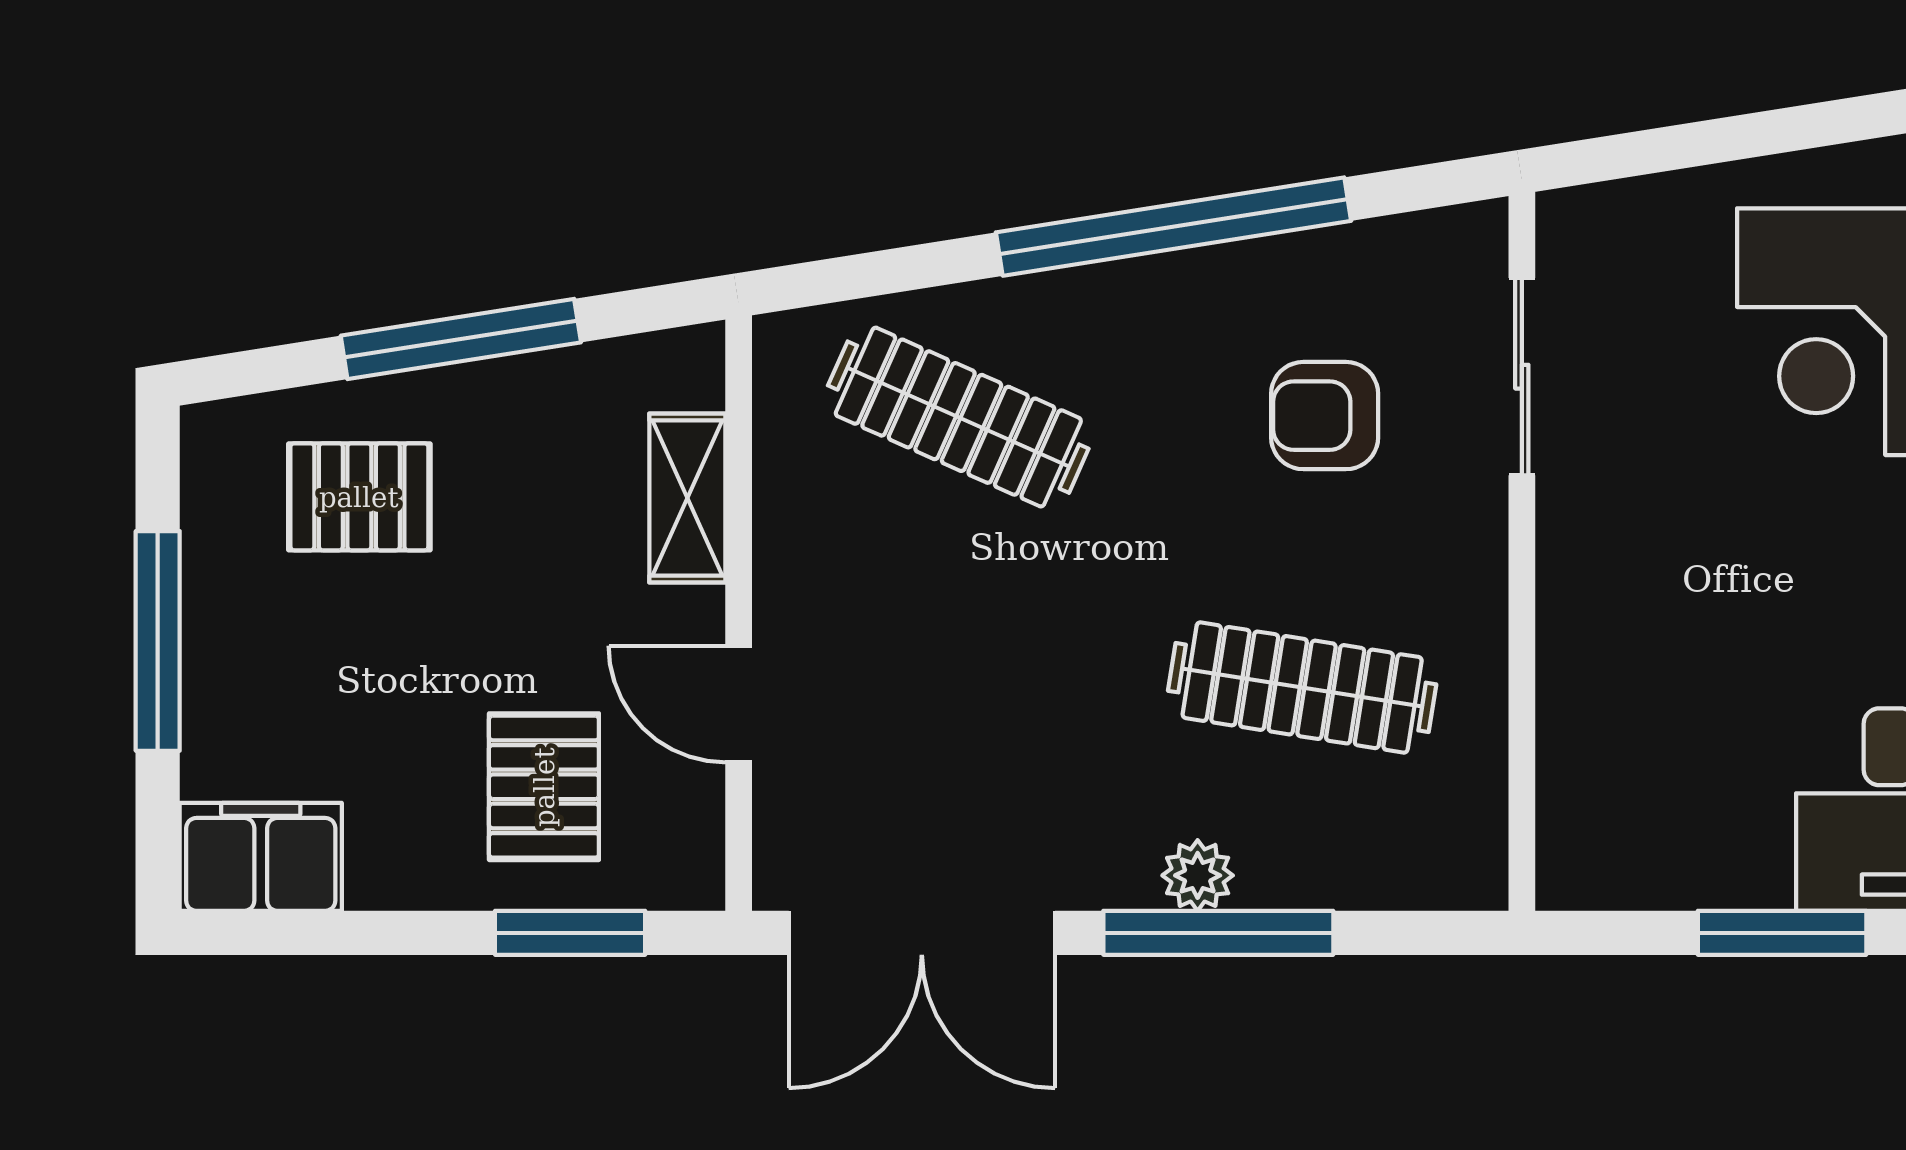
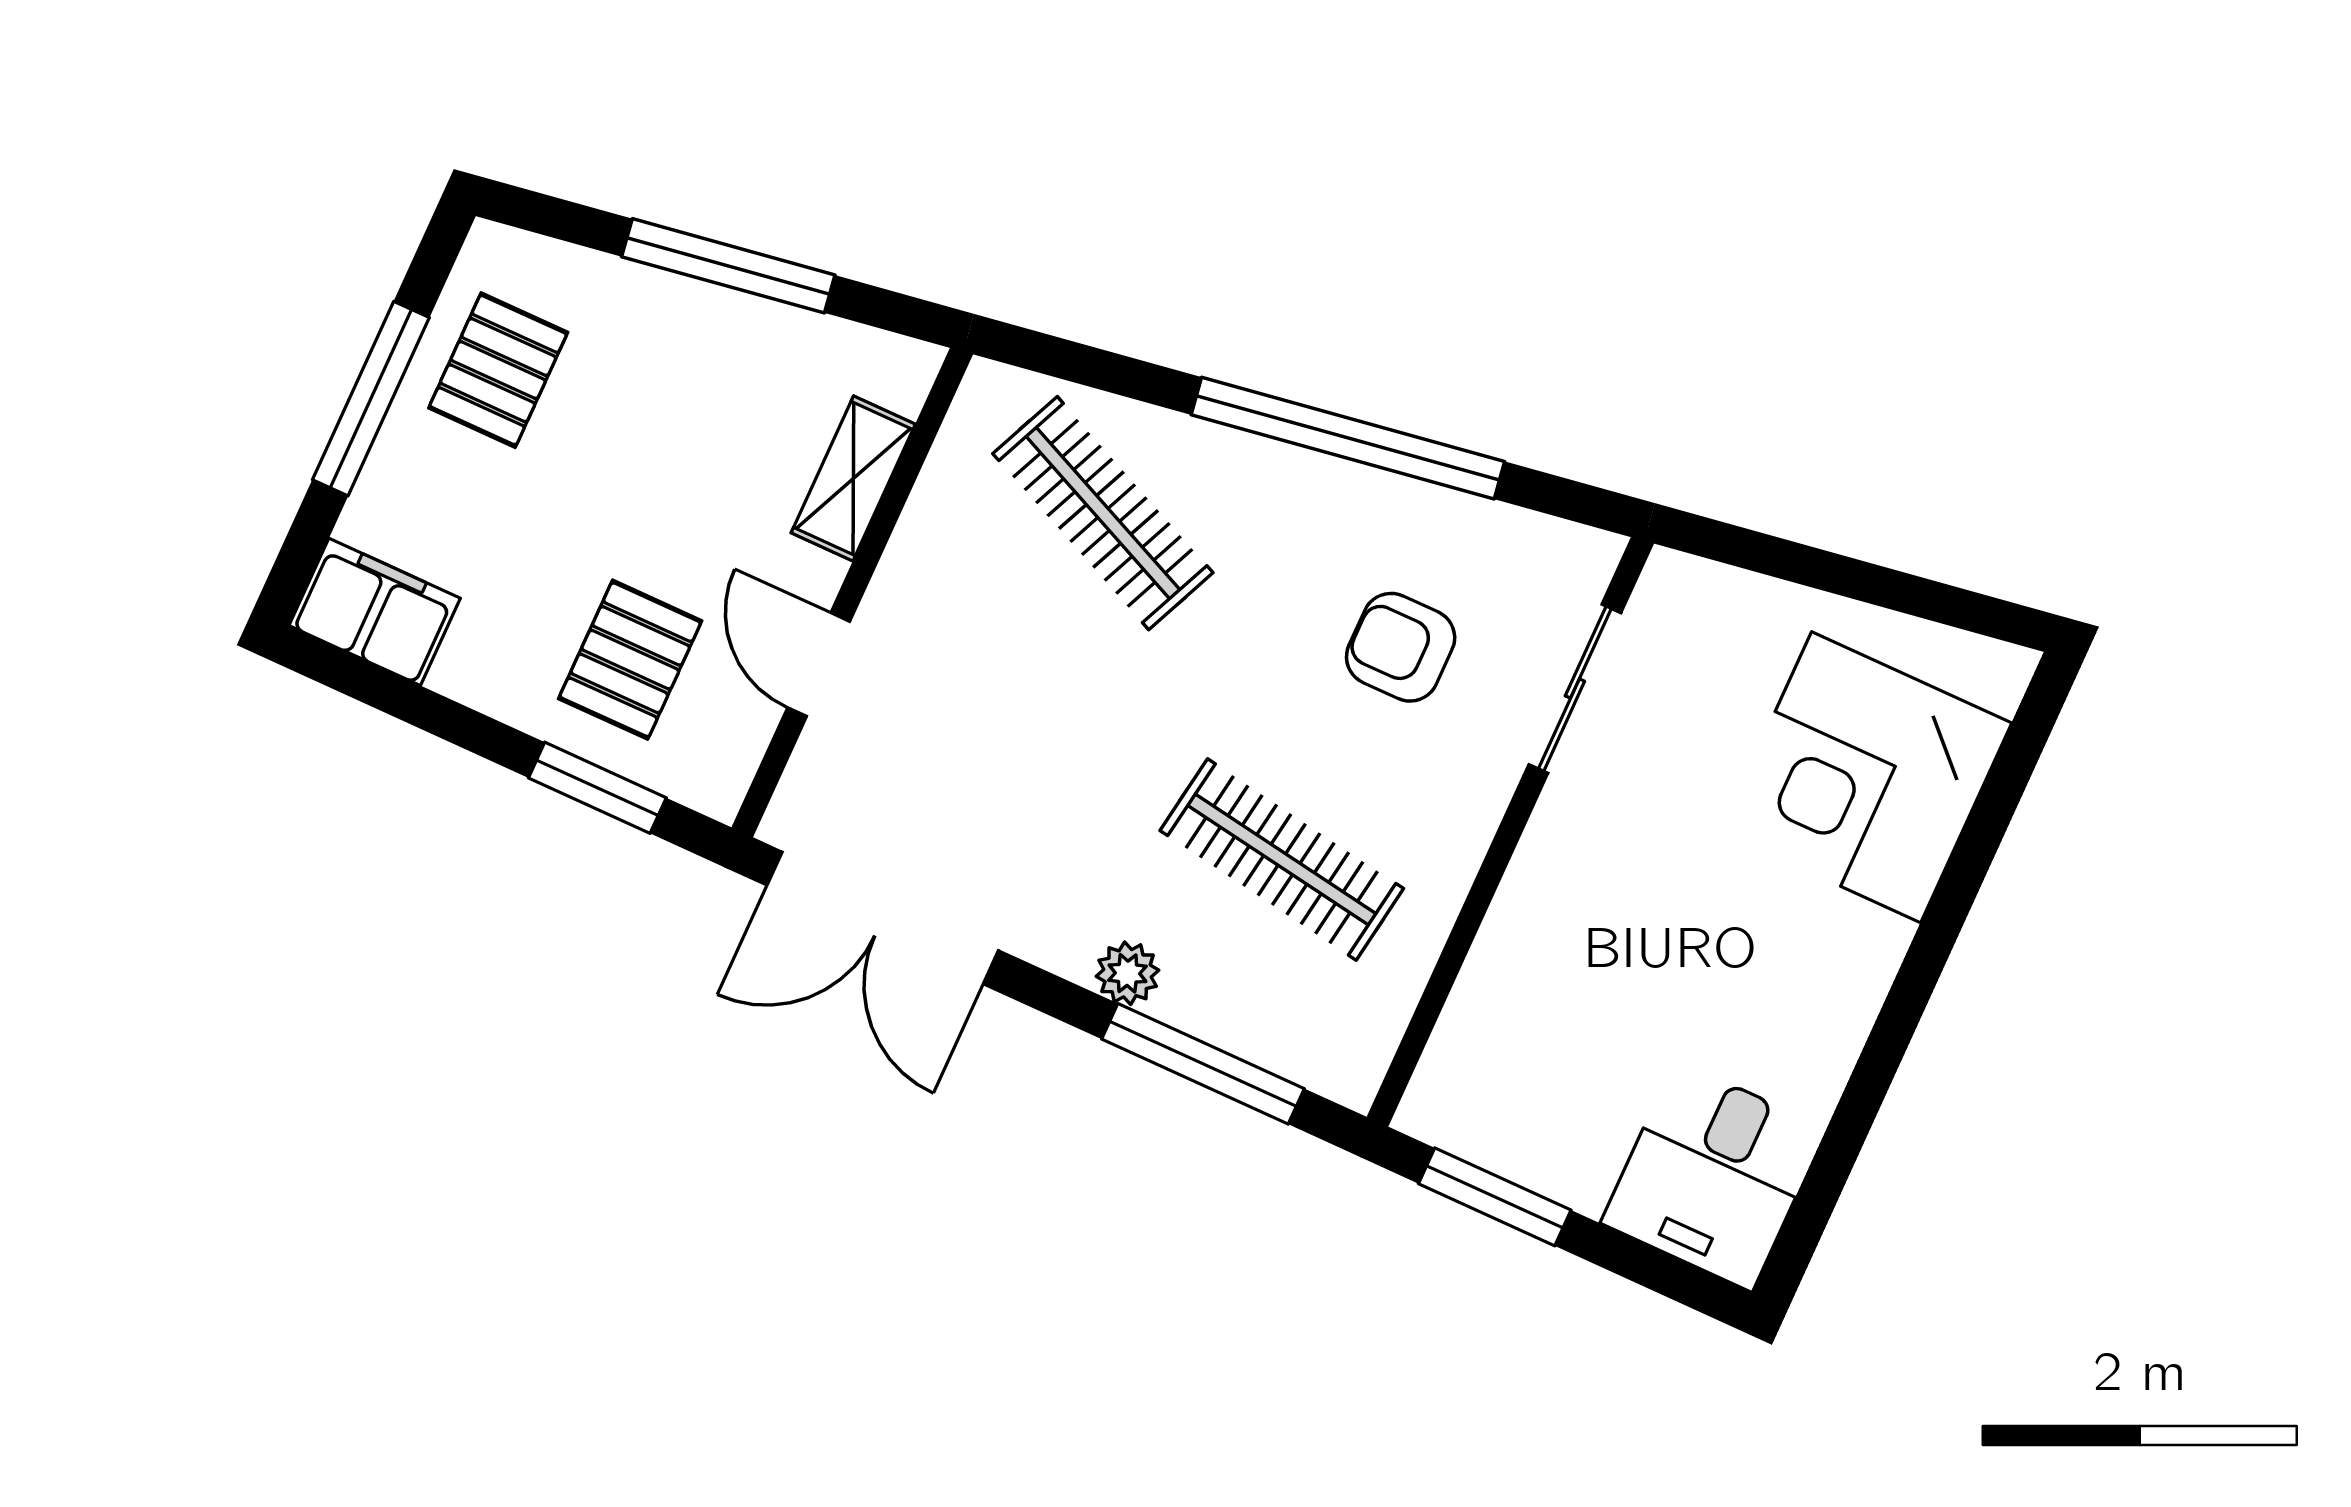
pallet: (359, 497) -> (498, 370), moved, turned 90
window: (1218, 933) -> (1203, 1064), moved
window: (1782, 933) -> (1495, 1197), moved

